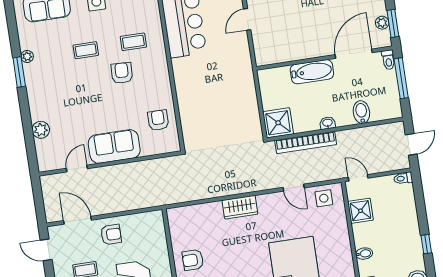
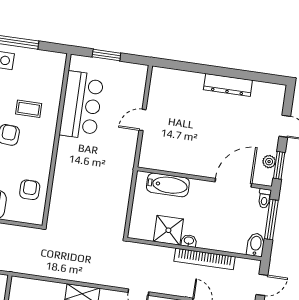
bathtub: (312, 72) -> (168, 185), moved
bidet: (361, 112) -> (256, 245), moved
shower: (278, 123) -> (168, 230), moved
bookcase: (306, 142) -> (205, 259), moved

